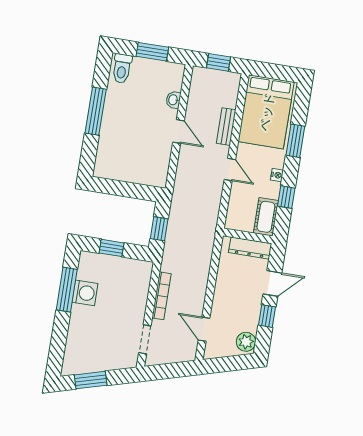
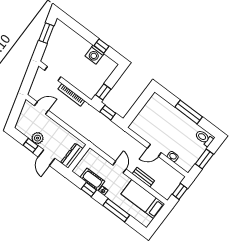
bed: (266, 112) -> (143, 199), width x0.67
window: (295, 141) -> (116, 210), width x1.44
door: (230, 169) -> (119, 167), swing flipped
cot: (266, 217) -> (92, 179), moved
window: (111, 248) -> (103, 92), moved
window: (67, 290) -> (101, 46), width x0.46
plant: (246, 342) -> (37, 138), moved

